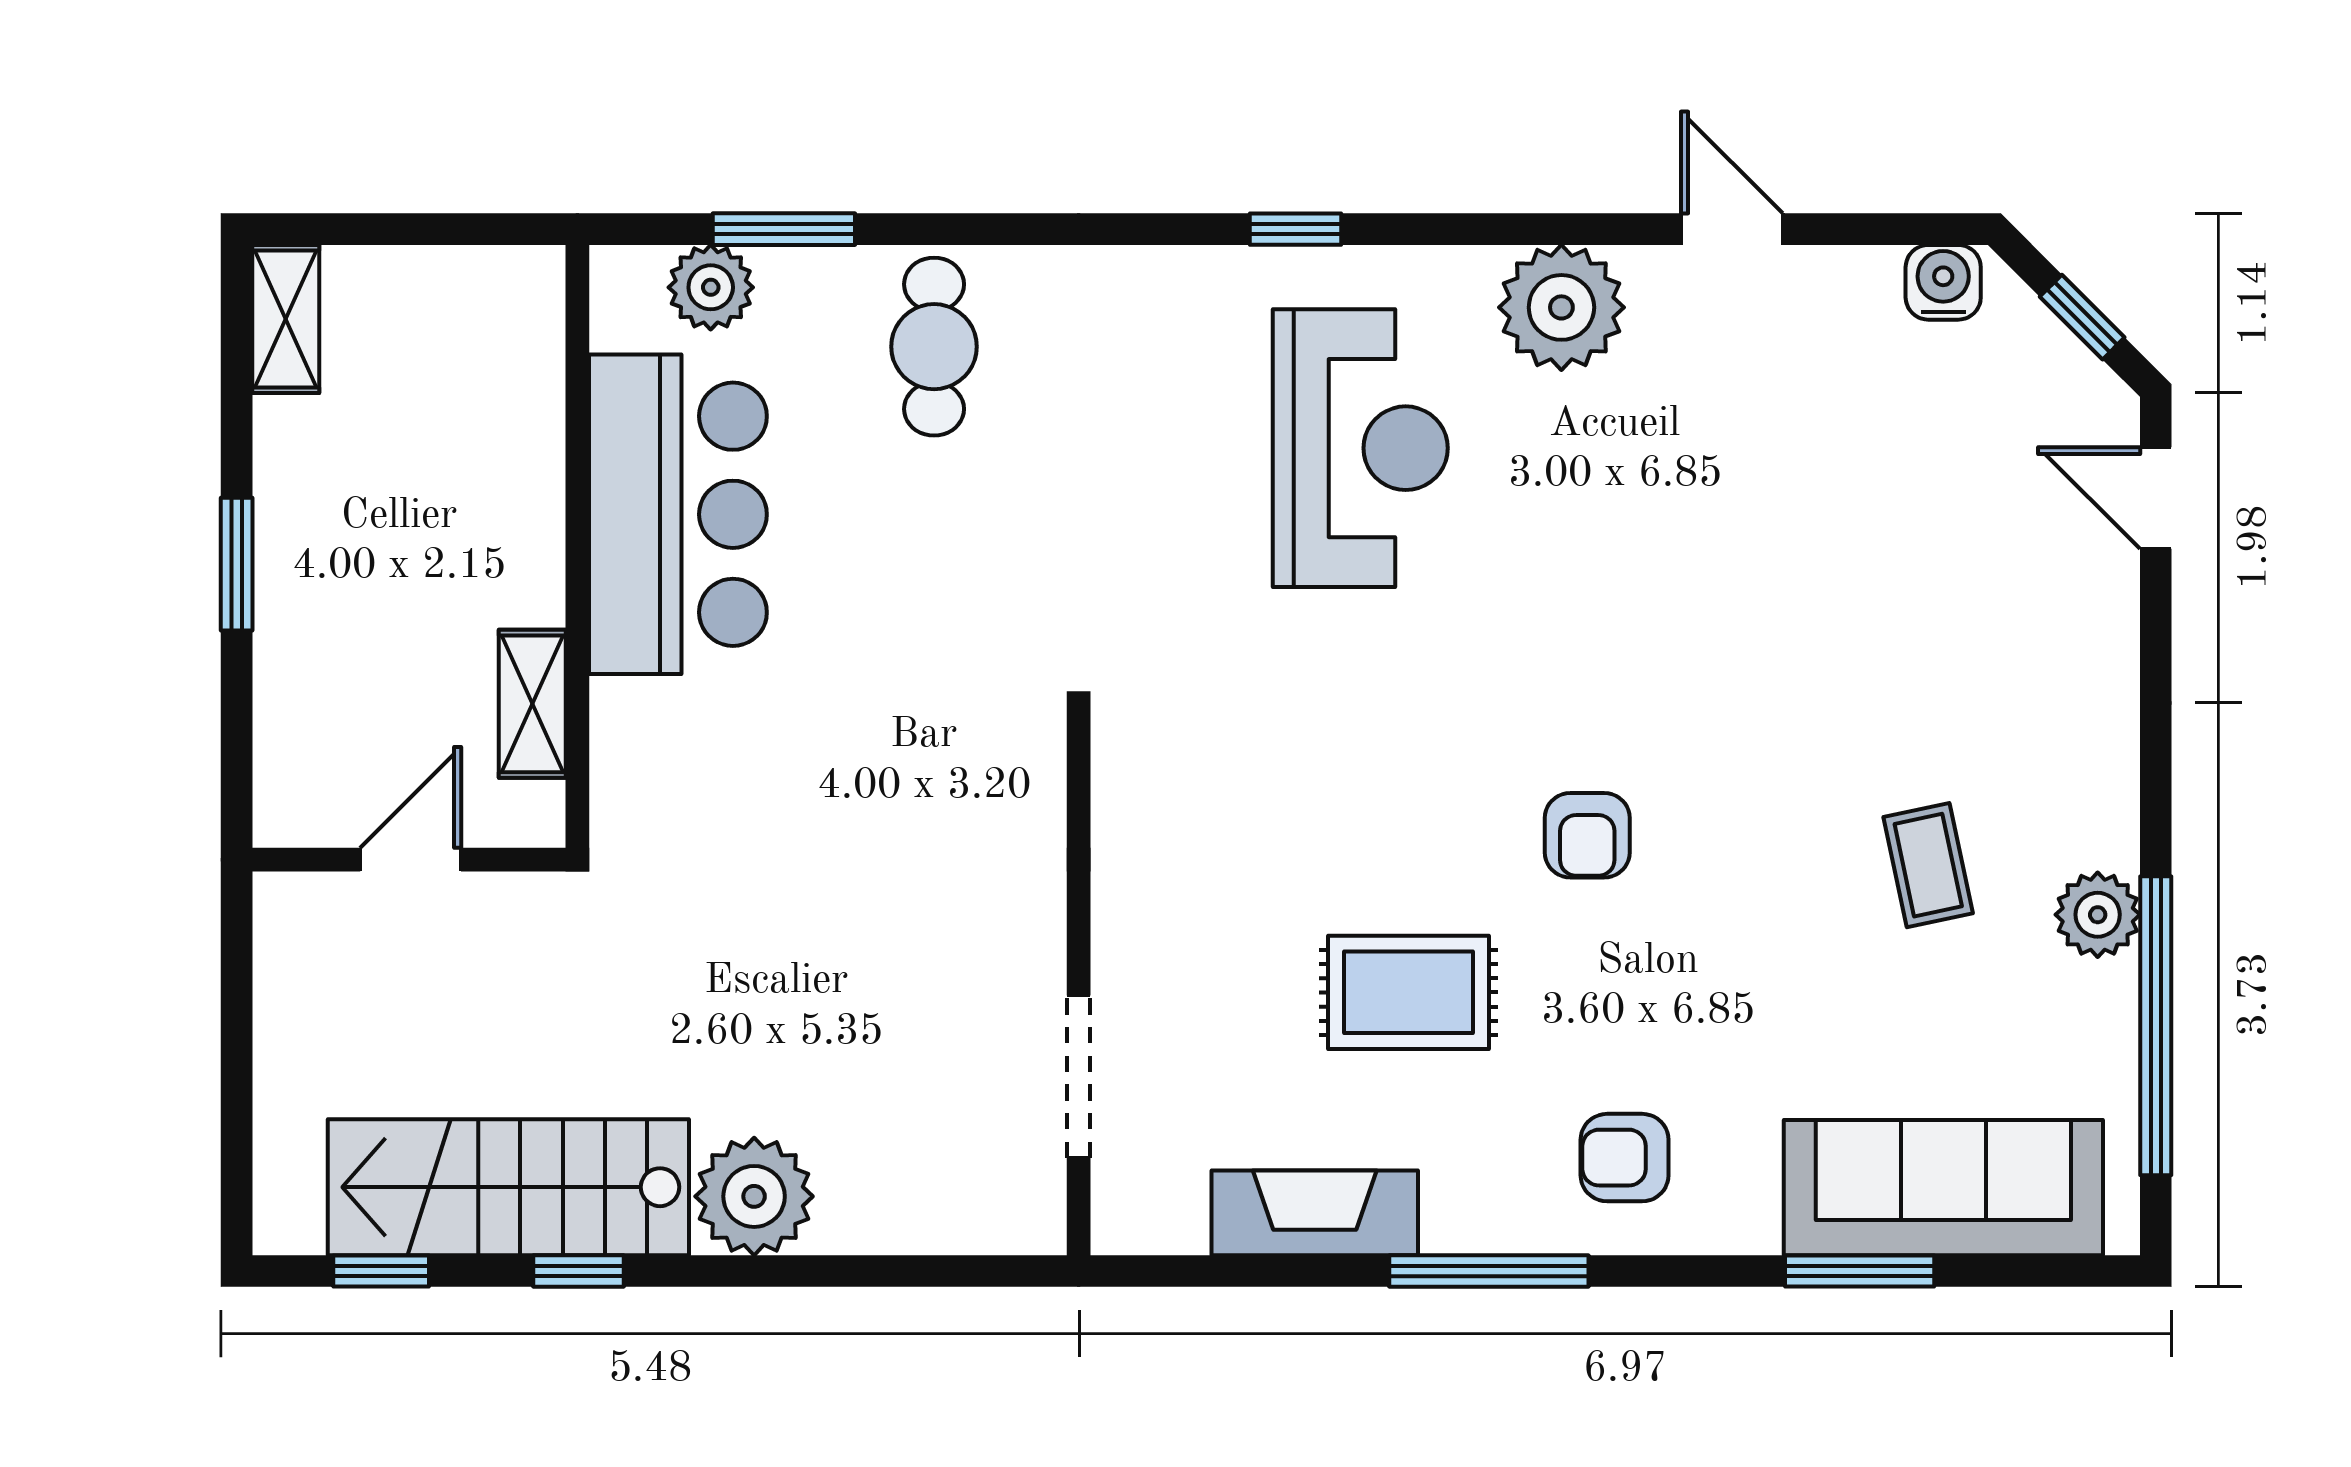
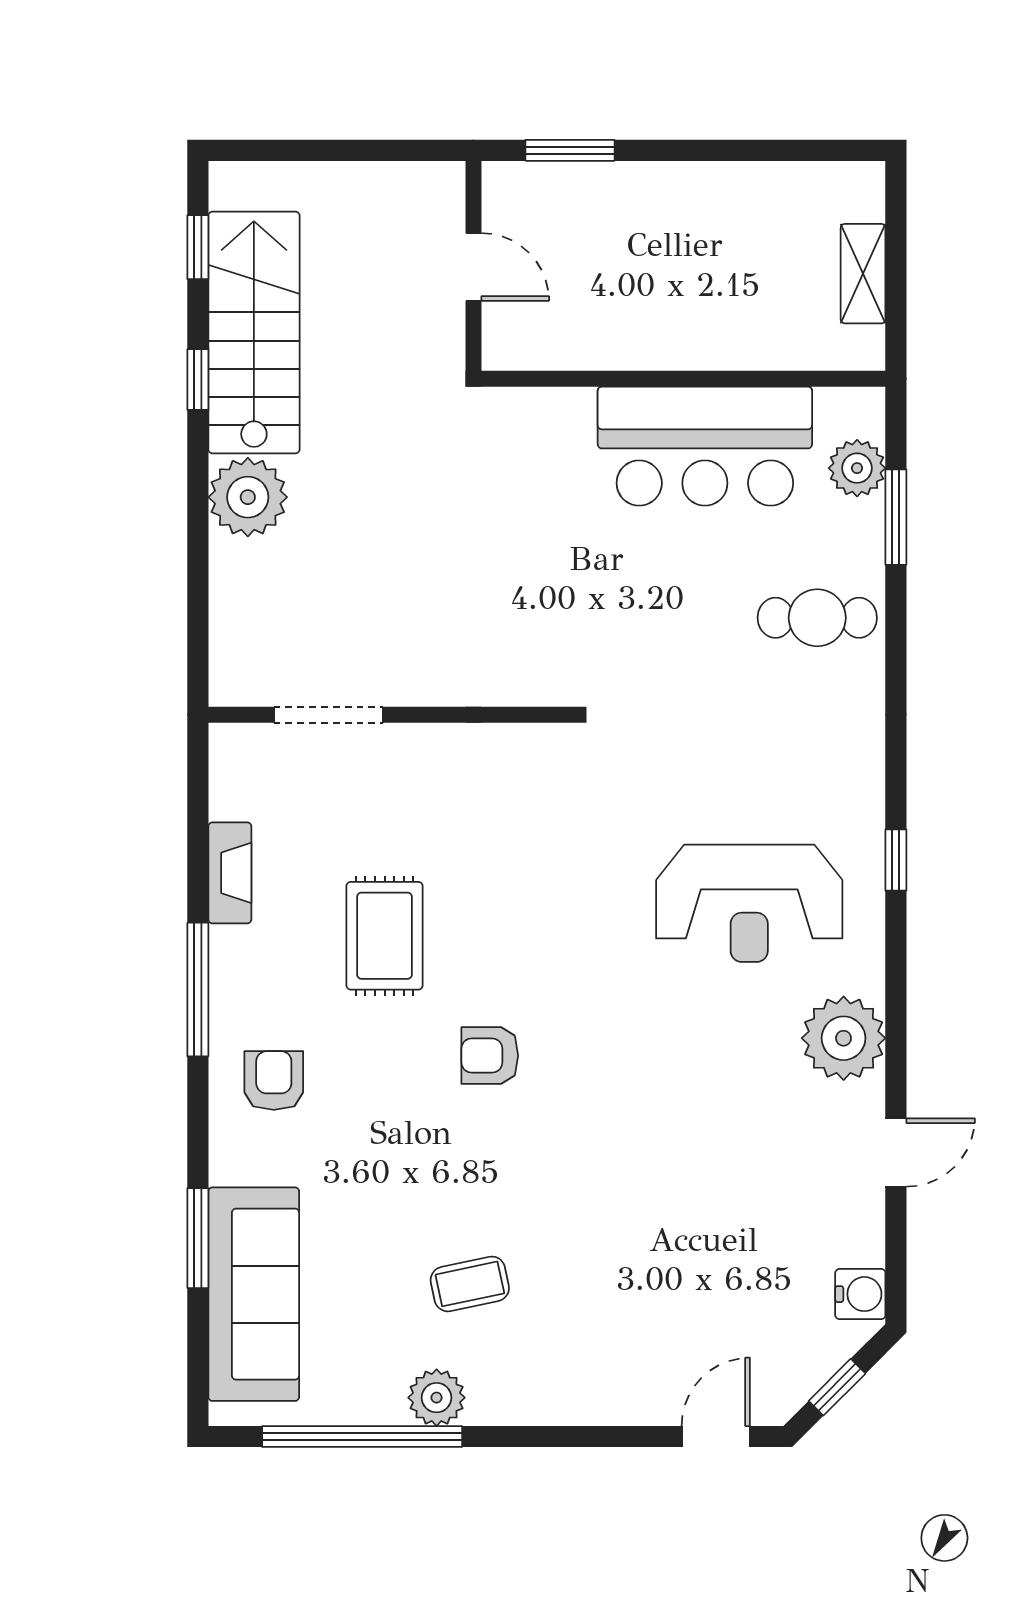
shelving: (286, 319) -> (863, 274), moved, turned 90
window: (237, 564) -> (570, 150), moved
shelving: (532, 704) -> (578, 348), removed
fireplace: (1315, 1213) -> (230, 873), width x0.73, depth x0.76

